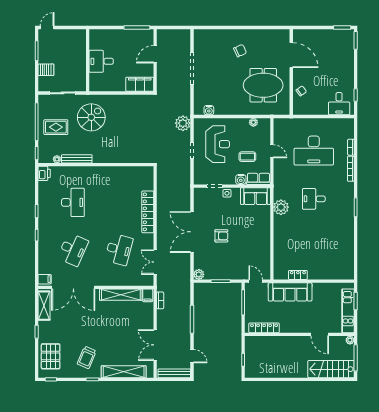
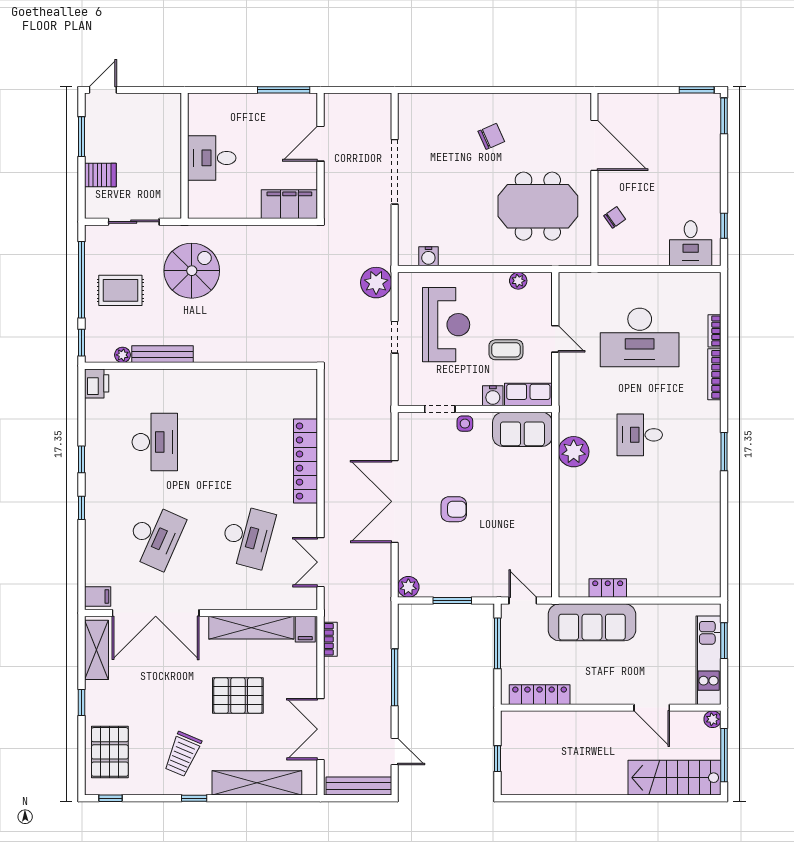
pallet: (114, 328) -> (238, 696), added

